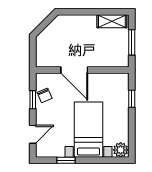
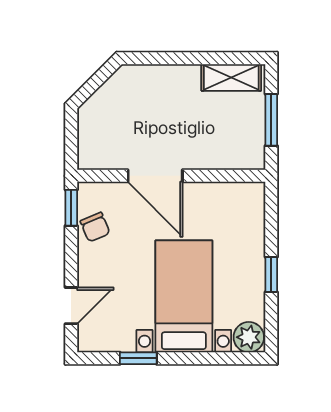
window: (132, 99) -> (271, 274), moved
window: (33, 100) -> (71, 208), moved

